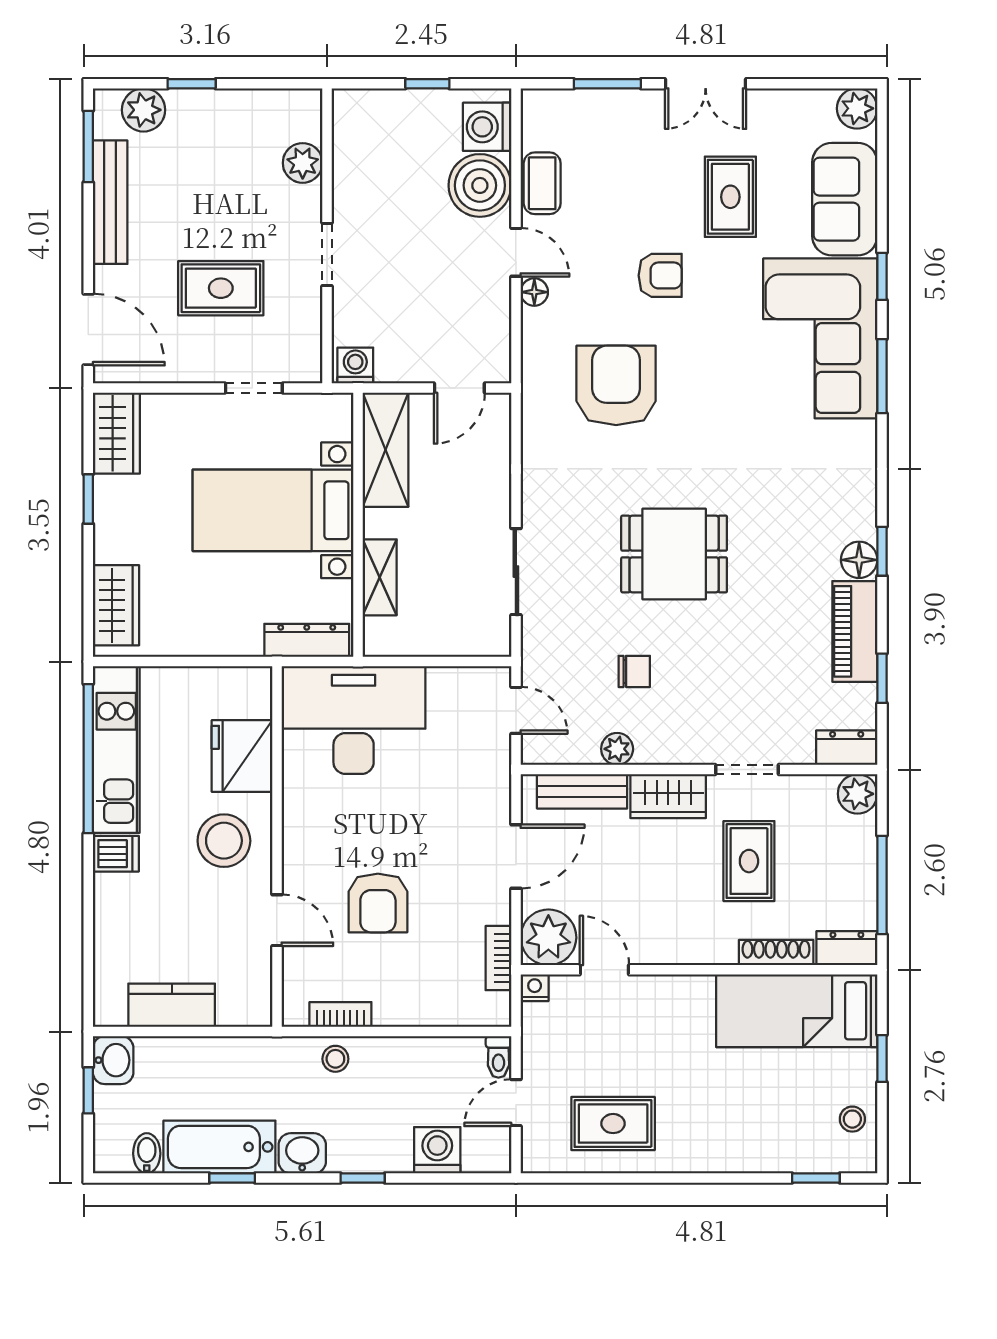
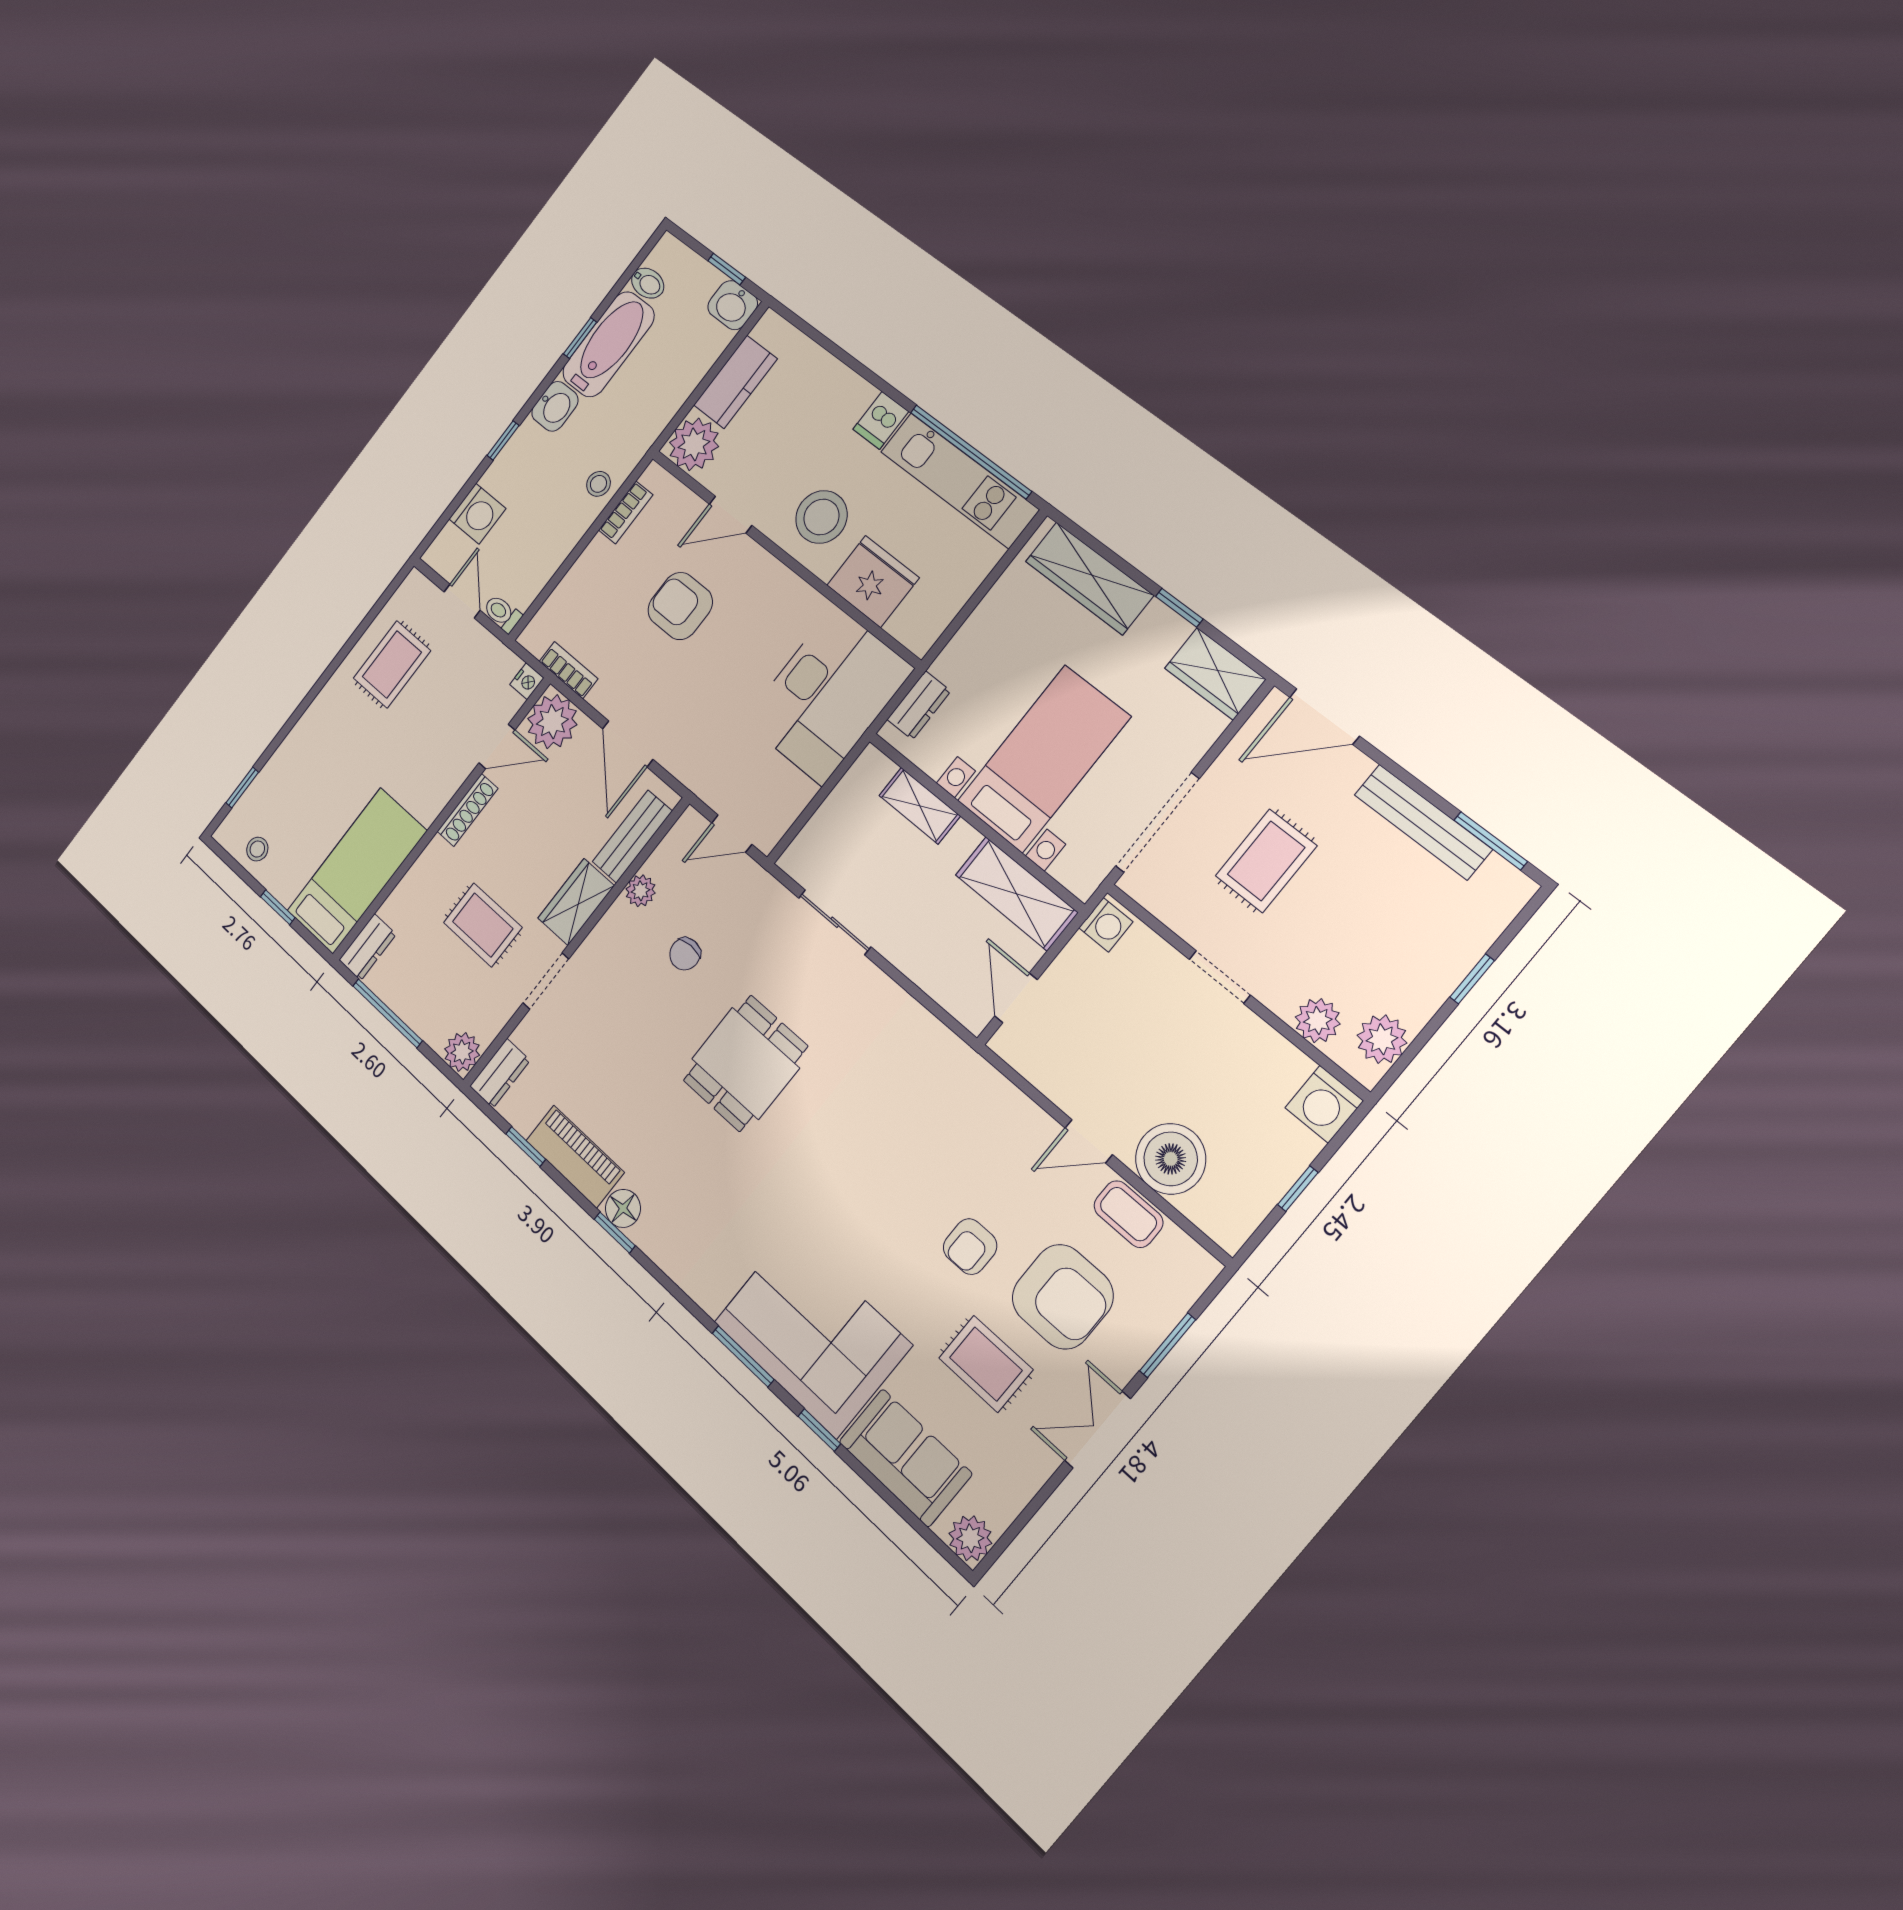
plant: (144, 110) -> (1382, 1039), moved
washing machine: (487, 127) -> (1324, 1104), moved, turned 180
floor lamp: (534, 292) -> (1043, 1128), removed
armchair: (616, 385) -> (1063, 1297), moved
doorway: (254, 388) -> (1157, 822), width x1.88
wardrobe: (116, 605) -> (1089, 578), width x1.50
dresser: (307, 640) -> (919, 705), width x0.70
shoe rack: (776, 953) -> (468, 810), moved
plant: (245, 1000) -> (694, 444), added

